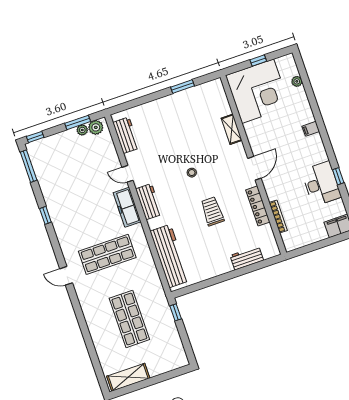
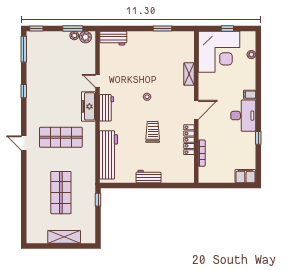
workbench: (126, 135) -> (113, 38), moved, turned 90
desk: (321, 184) -> (243, 116), moved
workbench: (247, 258) -> (149, 176), moved
shelving: (128, 377) -> (64, 237), moved

